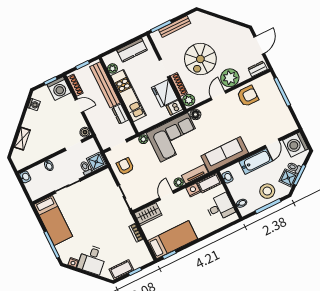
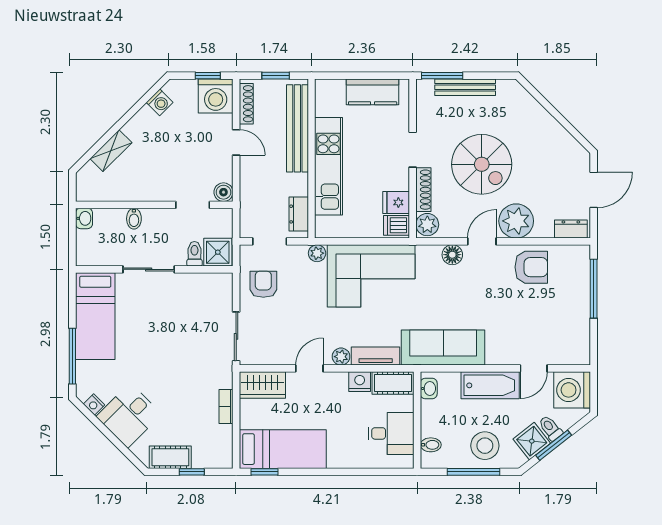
spiral stairs: (200, 59) -> (482, 164), turned -90
plant: (112, 68) -> (324, 107), removed
fridge: (165, 93) -> (396, 202), width x0.53, depth x0.75
dresser: (120, 114) -> (299, 214), moved
floor lamp: (195, 114) -> (452, 255), moved

